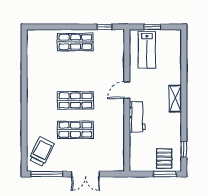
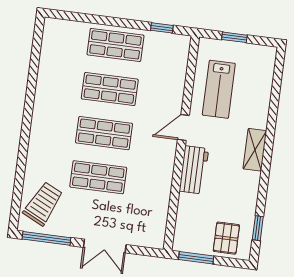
lab bench: (147, 50) -> (219, 89), moved
shop shelf: (75, 71) -> (110, 89), added
window: (165, 174) -> (196, 258), moved

